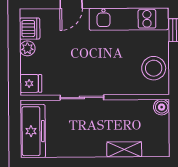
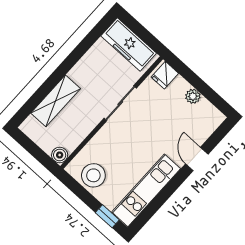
dishwasher: (30, 29) -> (206, 111), removed
shelving: (124, 149) -> (56, 101), width x1.50, depth x1.33

